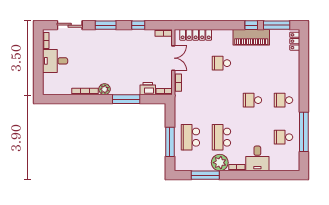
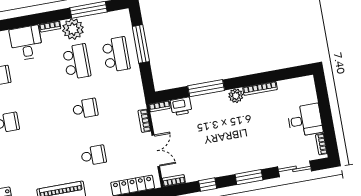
double door: (173, 58) -> (156, 151), swing flipped
school desk: (252, 100) -> (85, 109), moved

